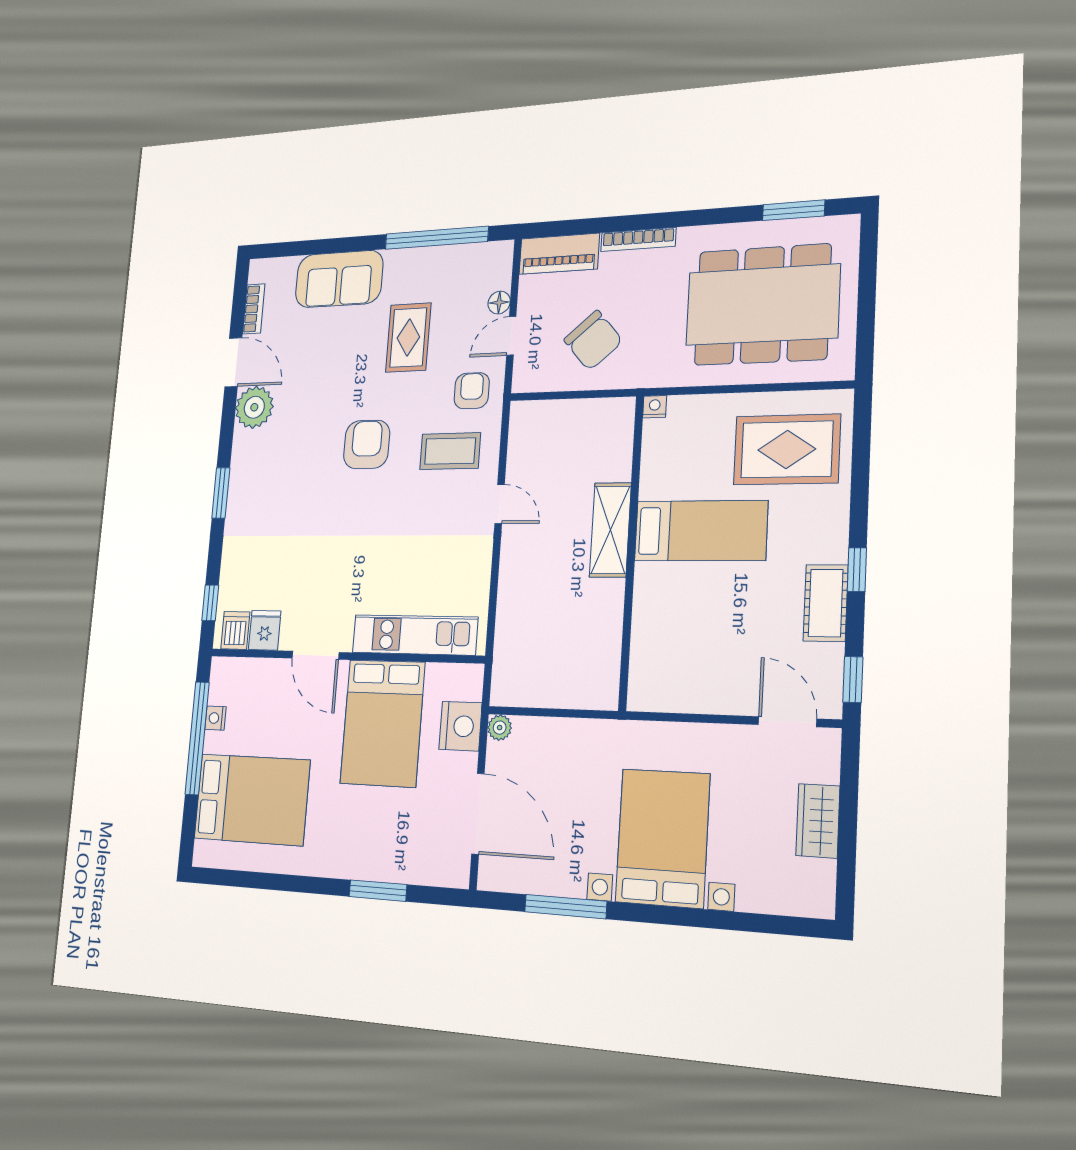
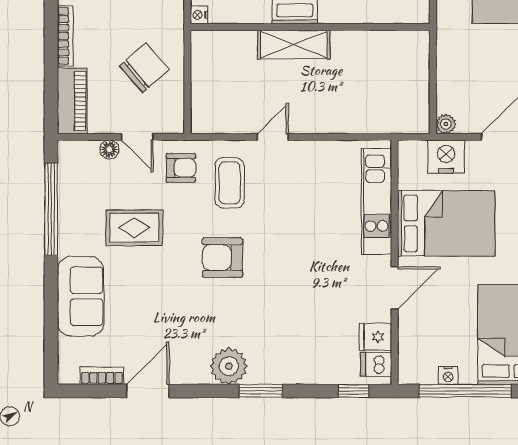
armchair: (472, 391) -> (181, 168), turned 180
plant: (254, 407) -> (229, 366), moved

